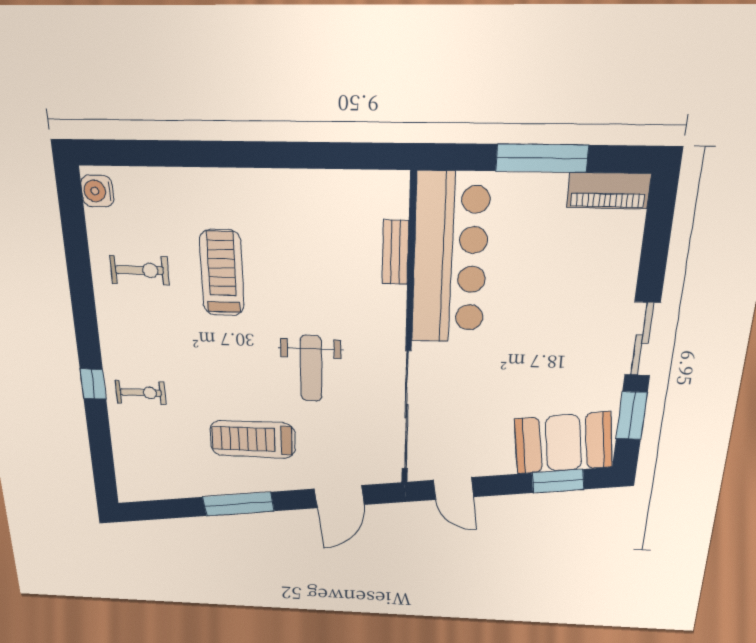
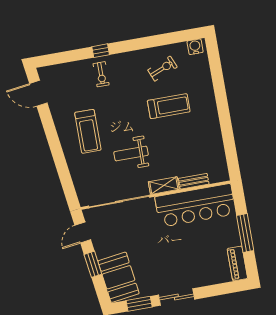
exercise bike: (139, 270) -> (162, 69), turned -112
shelving: (392, 317) -> (164, 186), added
treadmill: (253, 439) -> (88, 131), turned 180
window: (558, 481) -> (93, 264), moved
door: (339, 497) -> (38, 93), moved
window: (238, 504) -> (50, 129), removed

